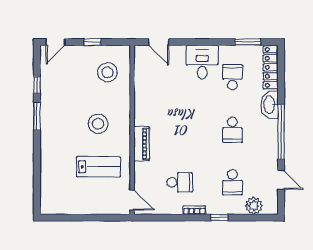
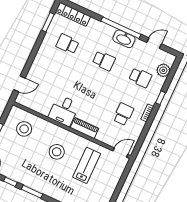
desk: (202, 62) -> (64, 111), moved, turned -90
washbasin: (270, 105) -> (124, 39), moved

